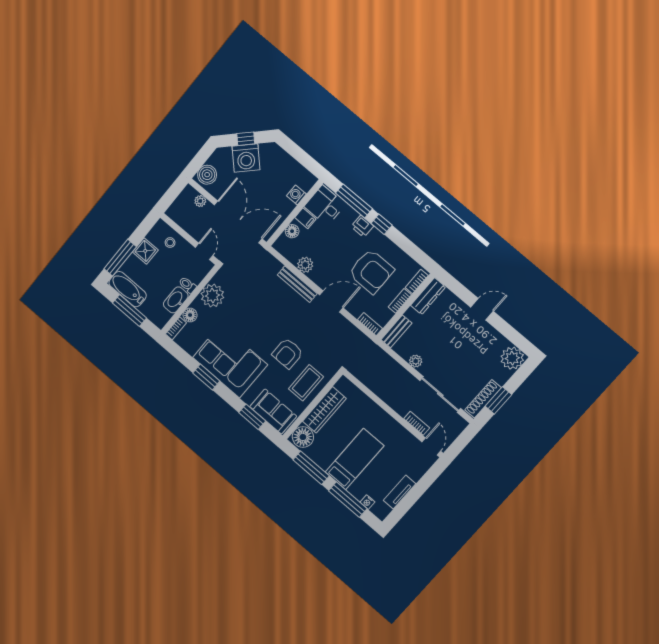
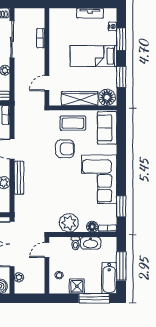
window: (206, 377) -> (121, 206), moved
window: (252, 417) -> (121, 138), removed
door: (431, 446) -> (47, 83), moved
window: (311, 468) -> (121, 77), width x0.69
window: (348, 500) -> (121, 39), width x0.69

